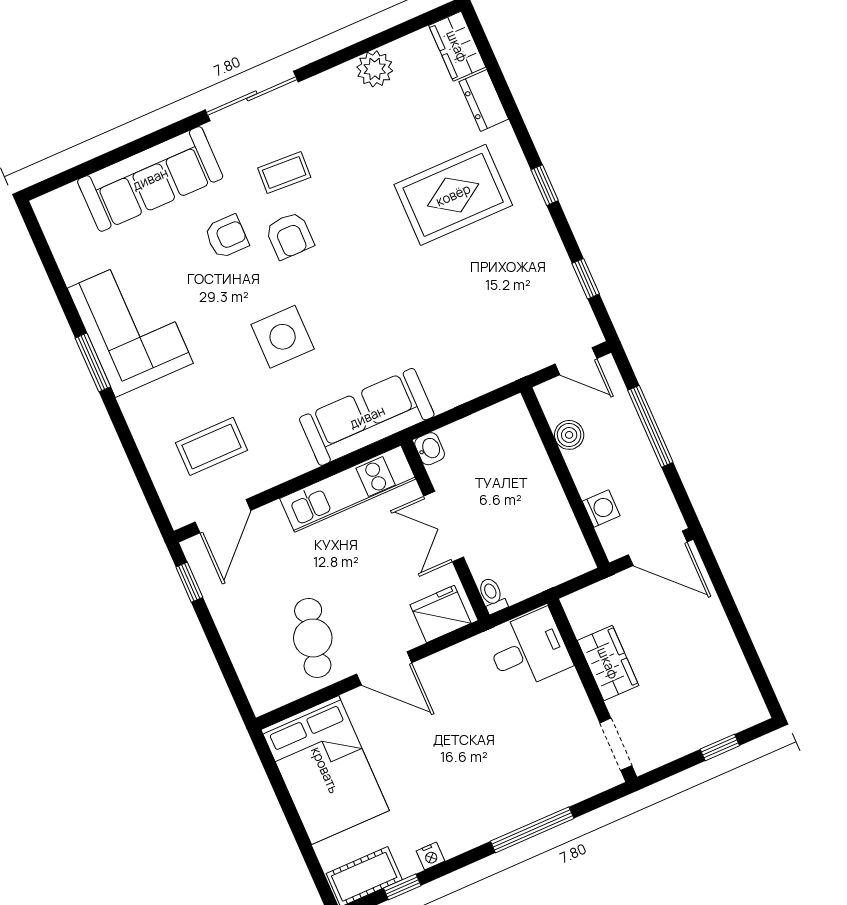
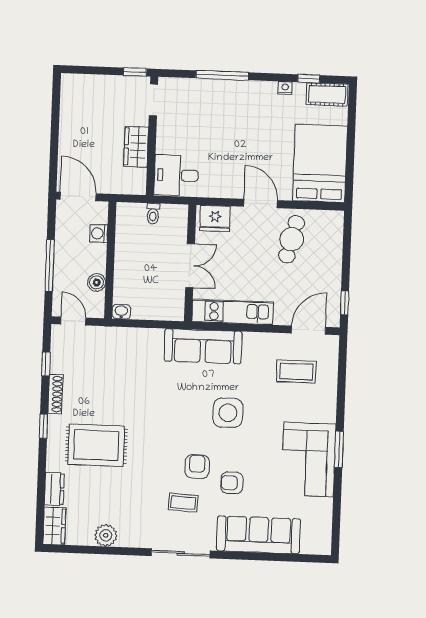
shoe rack: (550, 241) -> (55, 394), added
washbasin: (430, 449) -> (121, 312), moved, turned 90
toilet: (492, 595) -> (153, 214), moved
window: (720, 747) -> (135, 72), moved

